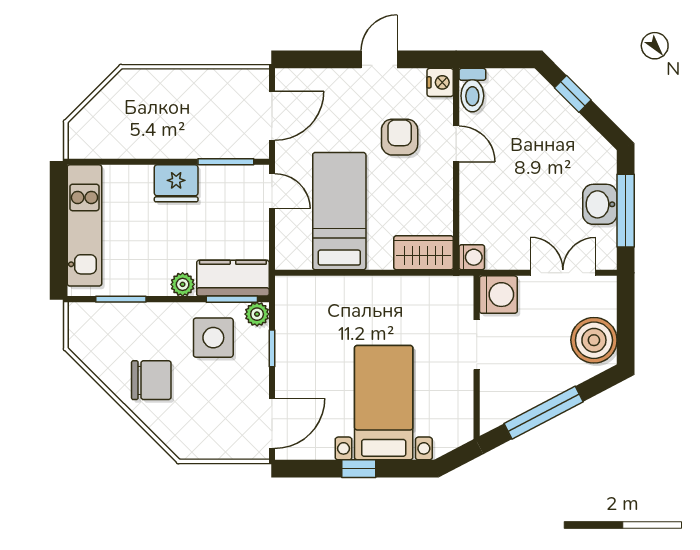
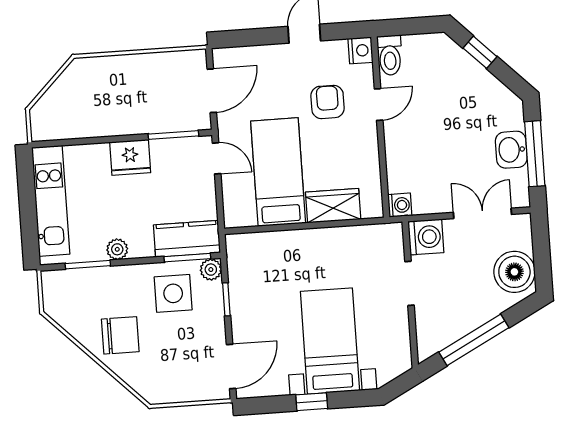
door: (456, 144) -> (379, 105), hinge flipped
wardrobe: (424, 253) -> (333, 206), moved
plant: (183, 284) -> (117, 249), moved

